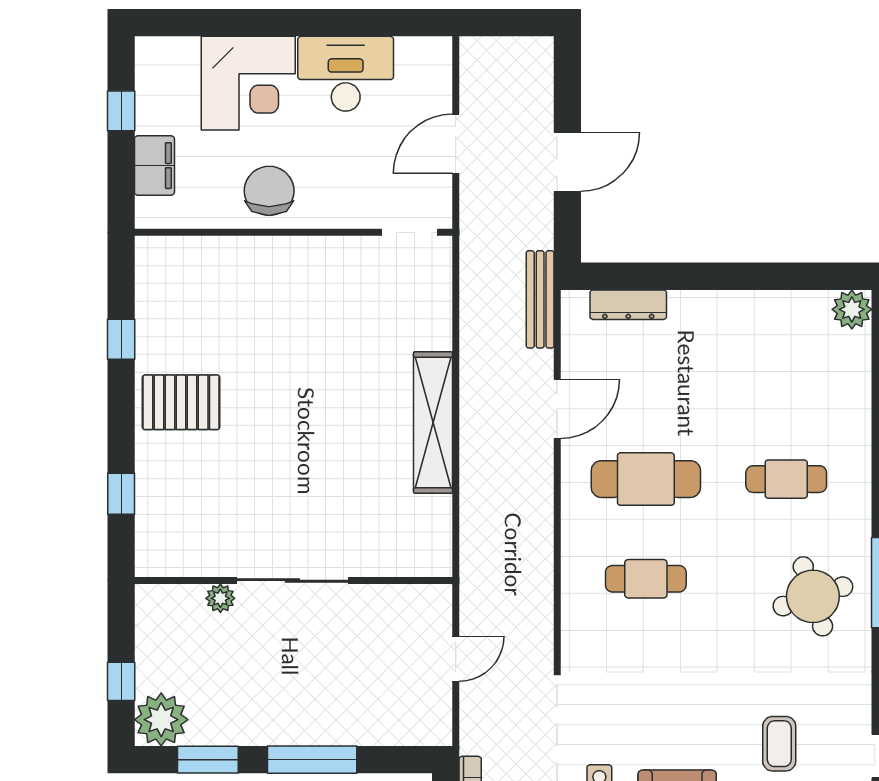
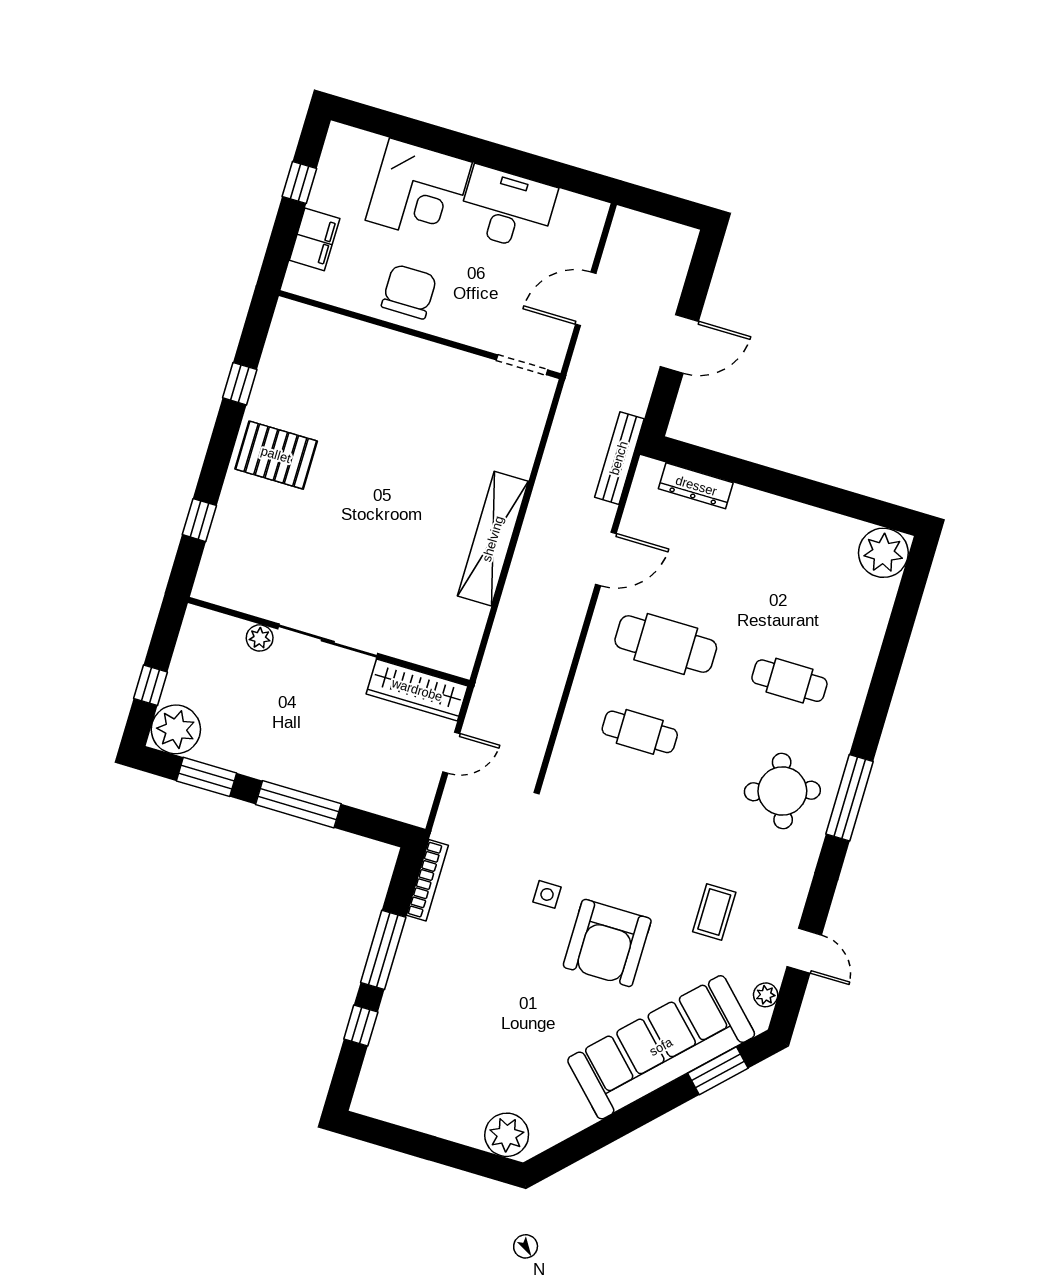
plant: (852, 309) -> (883, 553), width x1.36, depth x1.36
wardrobe: (401, 604) -> (417, 690), added

